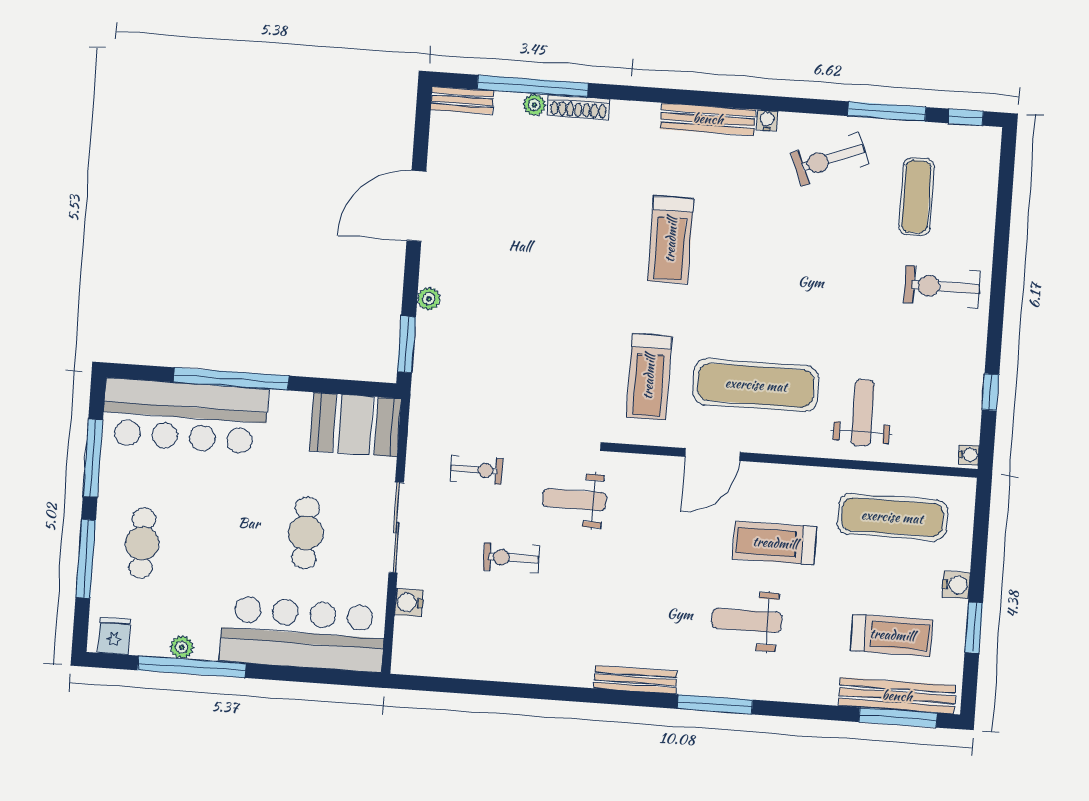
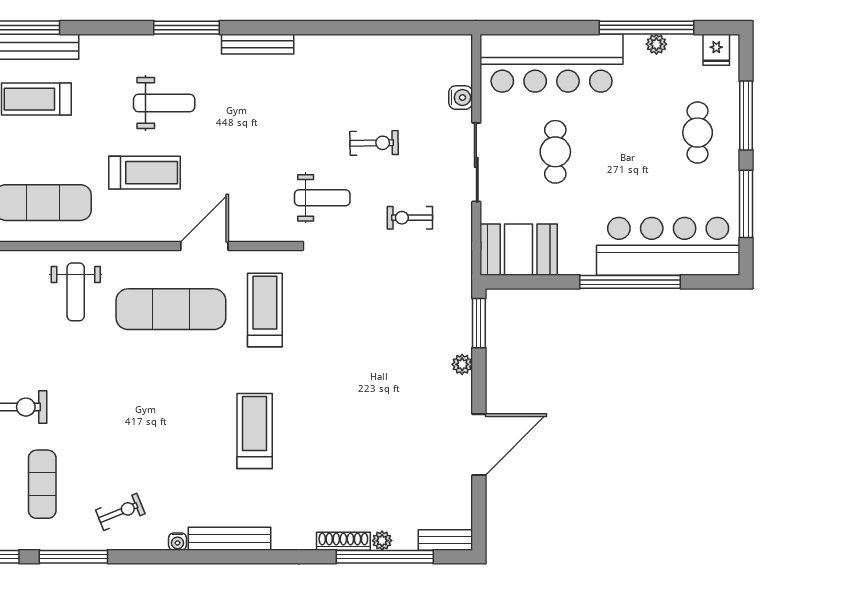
exercise bike: (830, 159) -> (120, 512), width x0.73, depth x0.72

